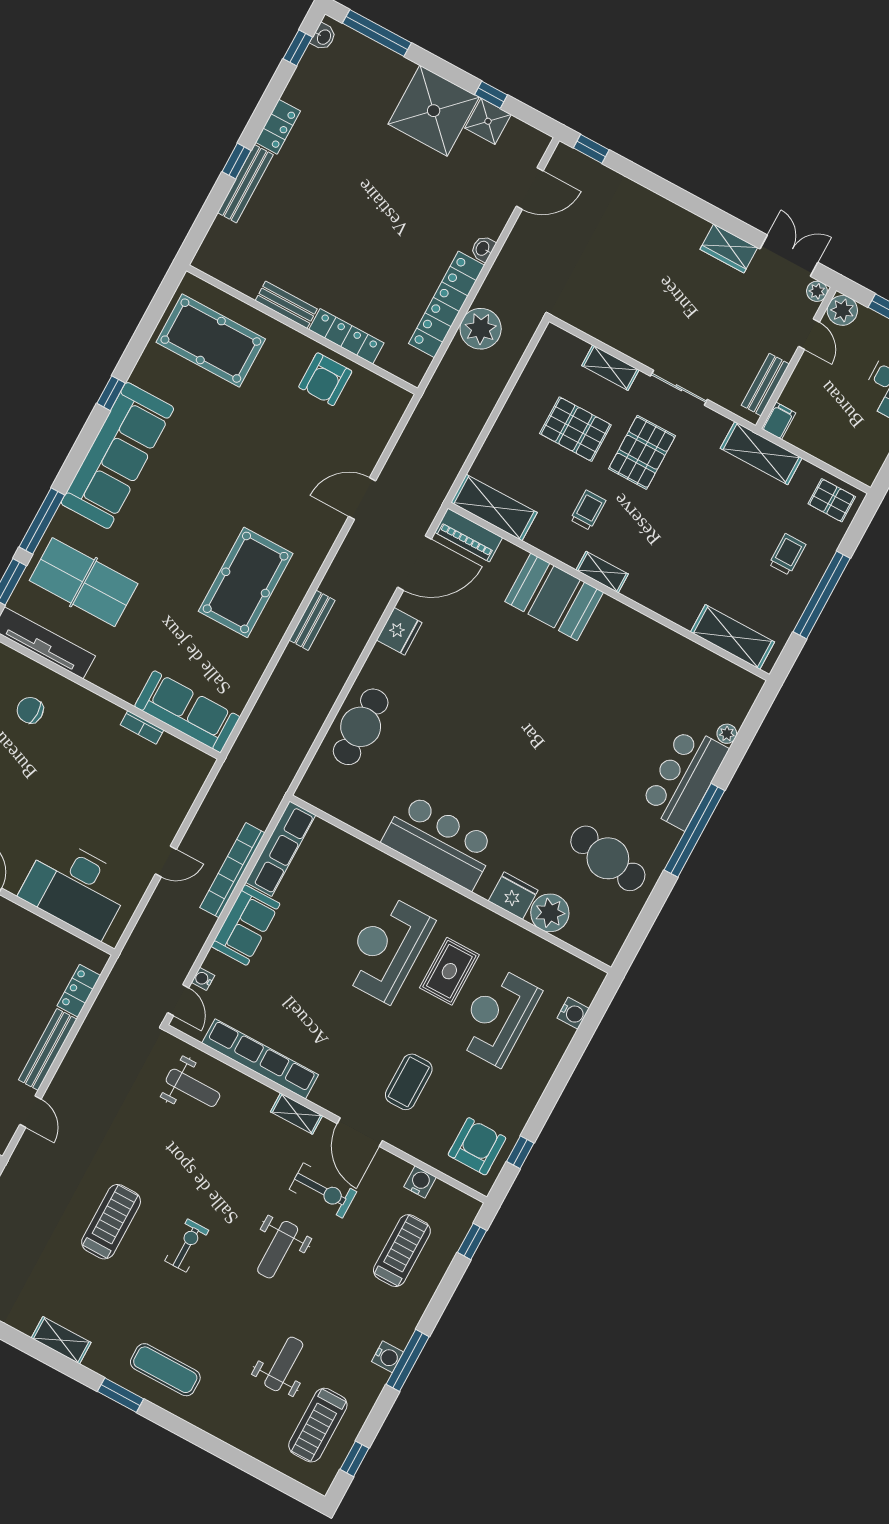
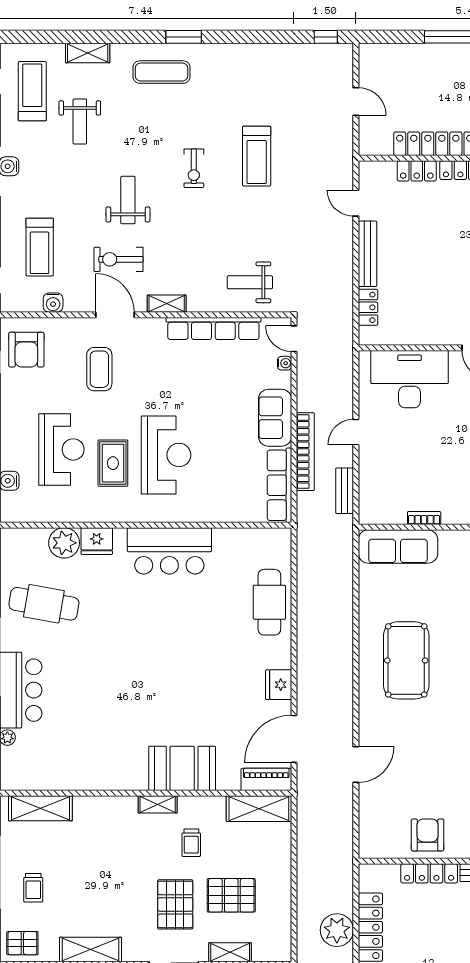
bench: (312, 620) -> (345, 491), moved
shelving: (61, 1340) -> (88, 53), moved

